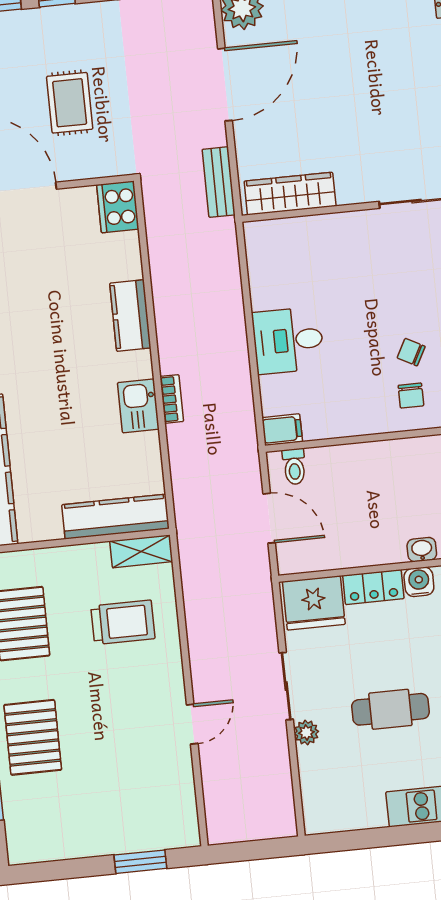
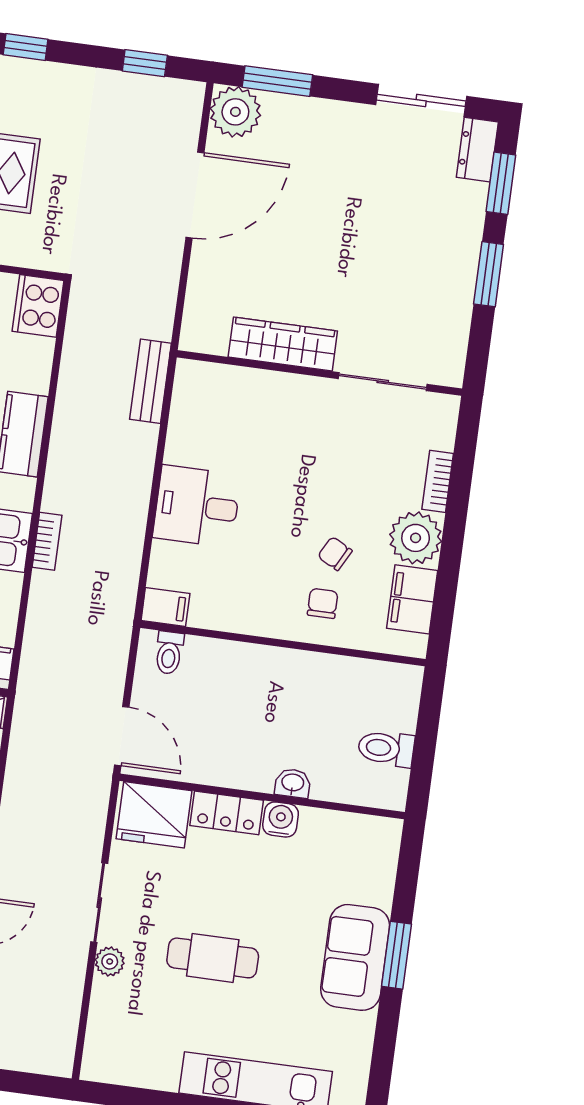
bench: (219, 182) -> (150, 381), moved
wardrobe: (290, 194) -> (283, 344), moved
chair: (411, 396) -> (323, 603), turned 180
door: (269, 518) -> (122, 736), moved

